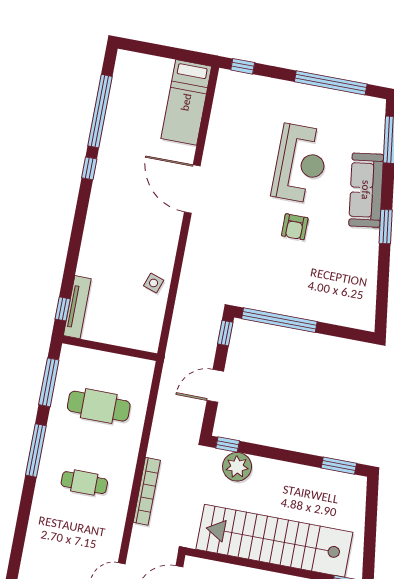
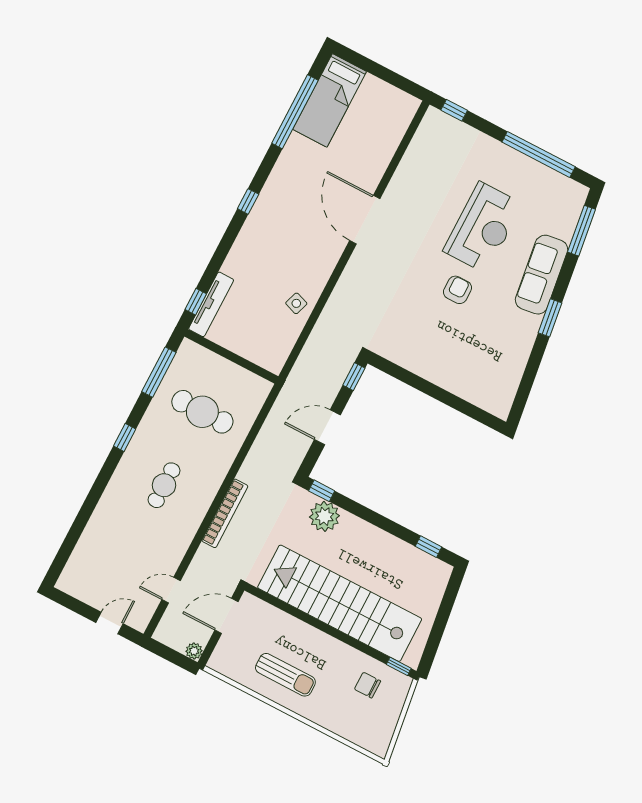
bed: (186, 102) -> (330, 100), moved
window: (89, 168) -> (248, 201), moved
armchair: (295, 227) -> (457, 290), turned 180
window: (279, 320) -> (413, 380), removed
window: (36, 450) -> (125, 438), width x0.46
window: (339, 466) -> (429, 547), width x0.67
cafe table: (84, 483) -> (164, 485), turned 90

